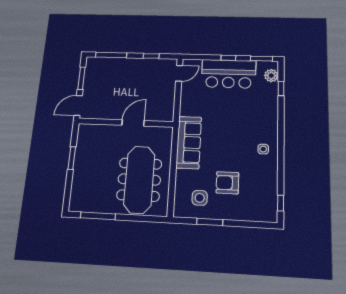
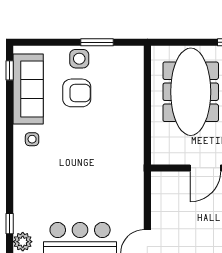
sofa: (189, 142) -> (28, 89), moved, turned 180
side table: (200, 198) -> (79, 59), moved

